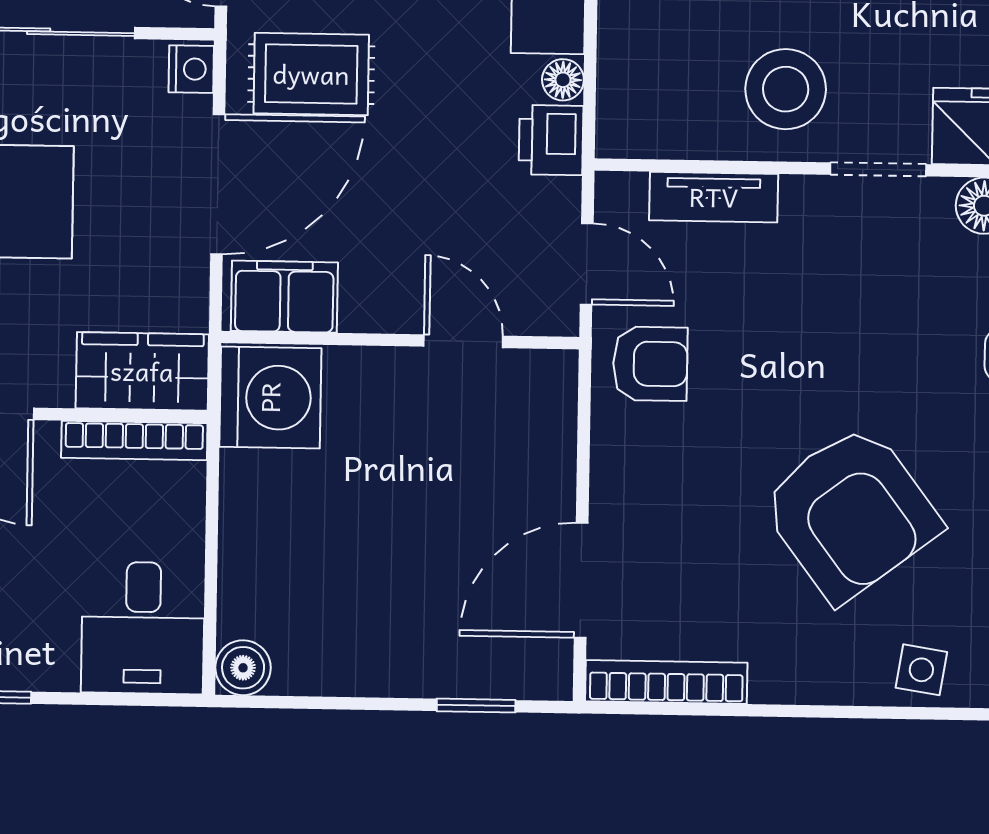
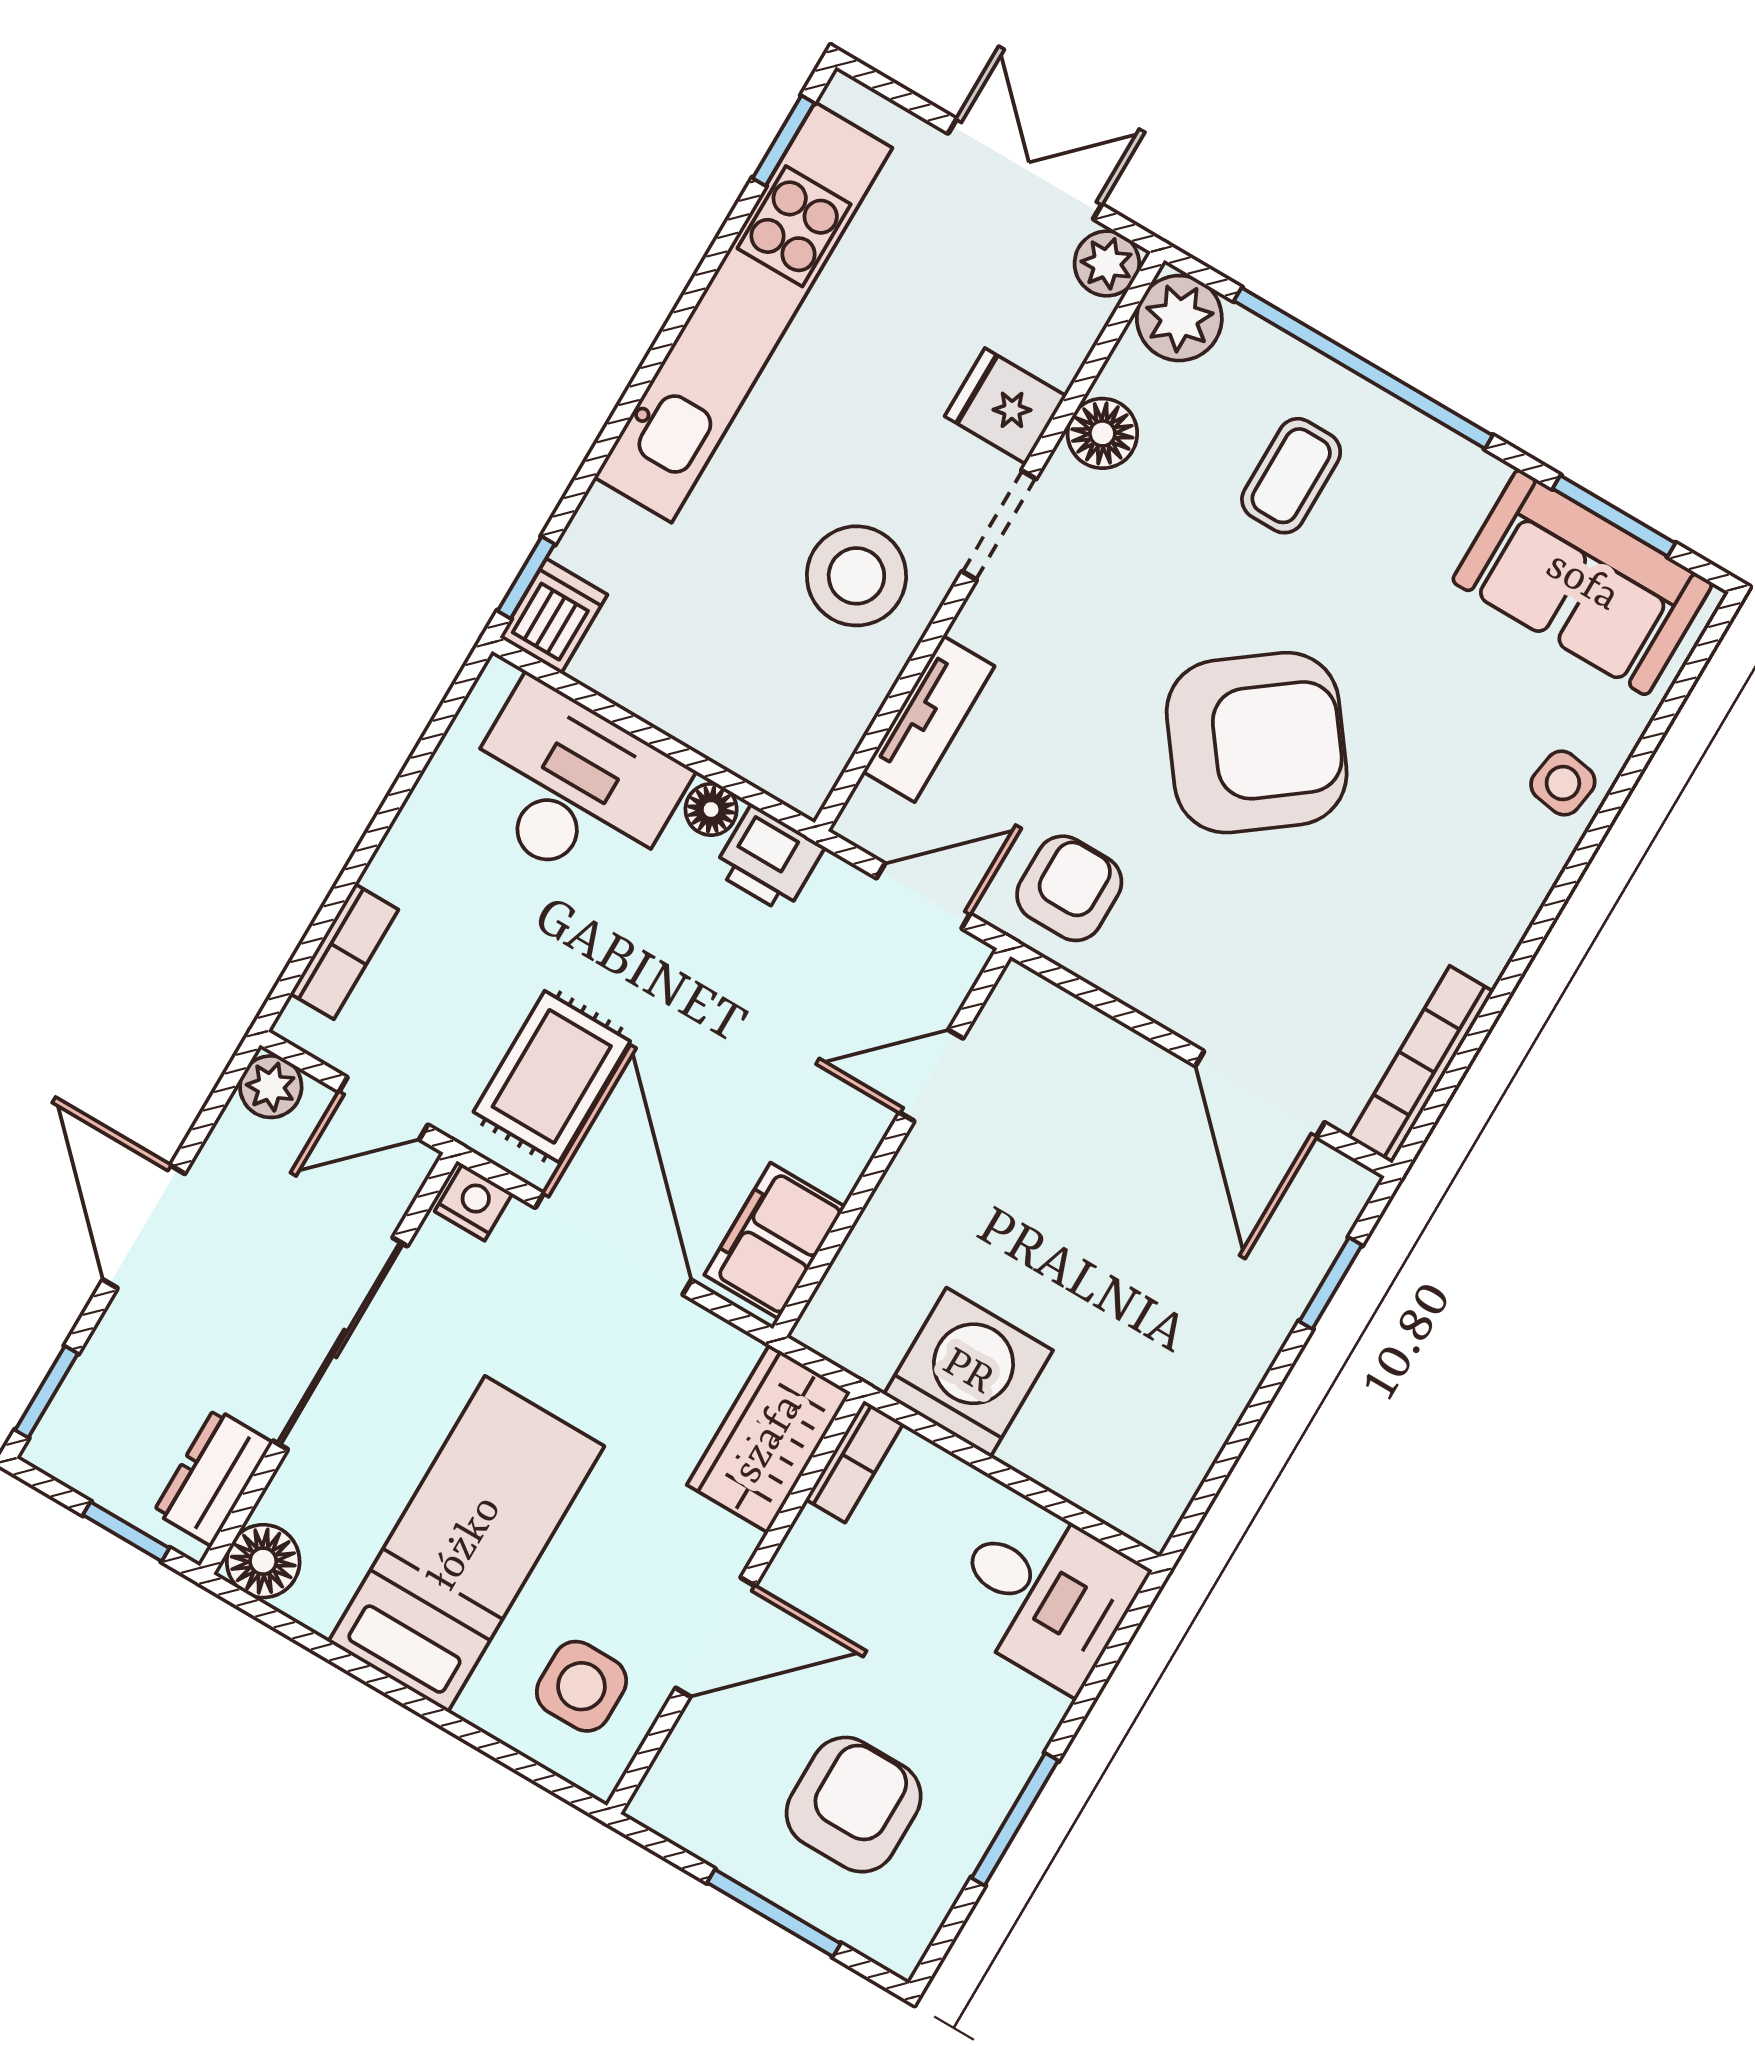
washing machine: (270, 397) -> (968, 1372), moved
bookcase: (134, 440) -> (854, 1462), width x0.64
armchair: (850, 513) -> (1257, 743), moved
boiler: (243, 668) -> (1148, 1511), removed

